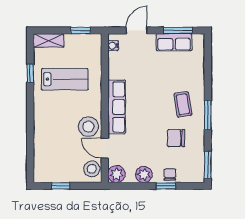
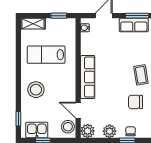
window: (30, 73) -> (18, 119), moved
lab bench: (65, 79) -> (46, 55), turned 180
stool: (88, 127) -> (36, 90), moved
kitchen sink: (53, 173) -> (37, 130), added

